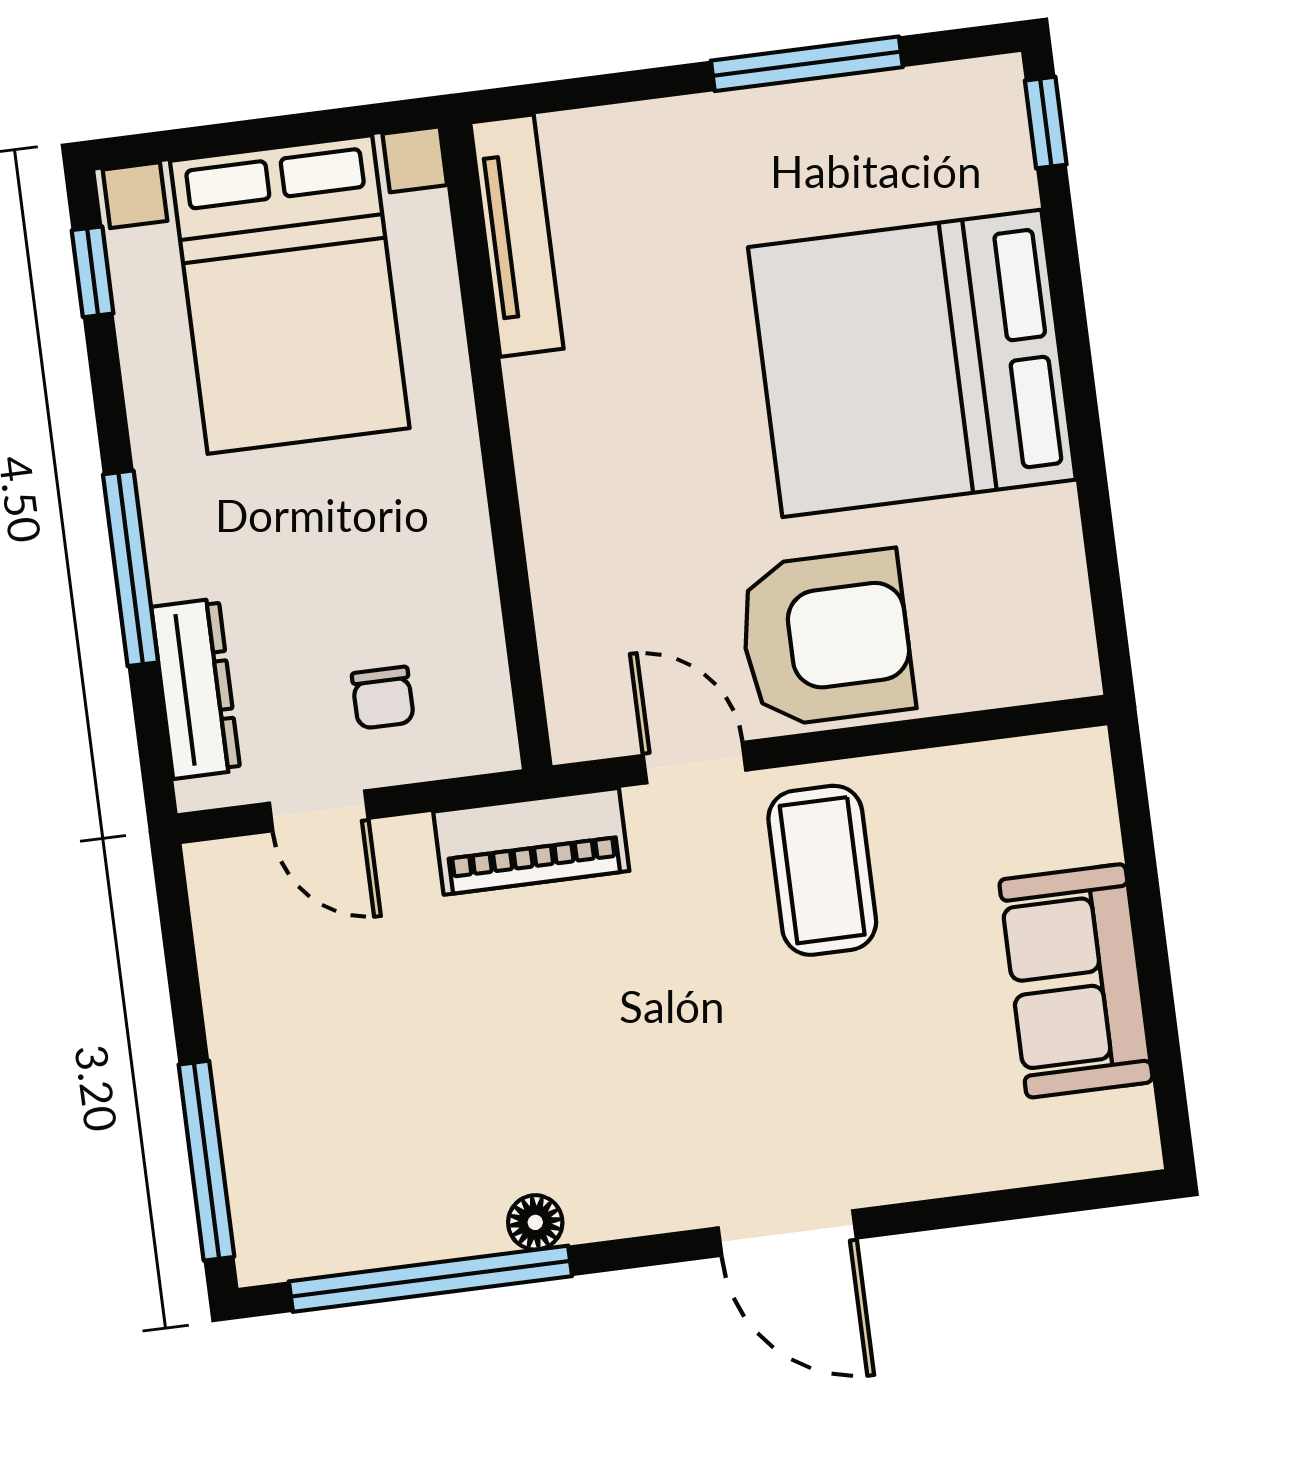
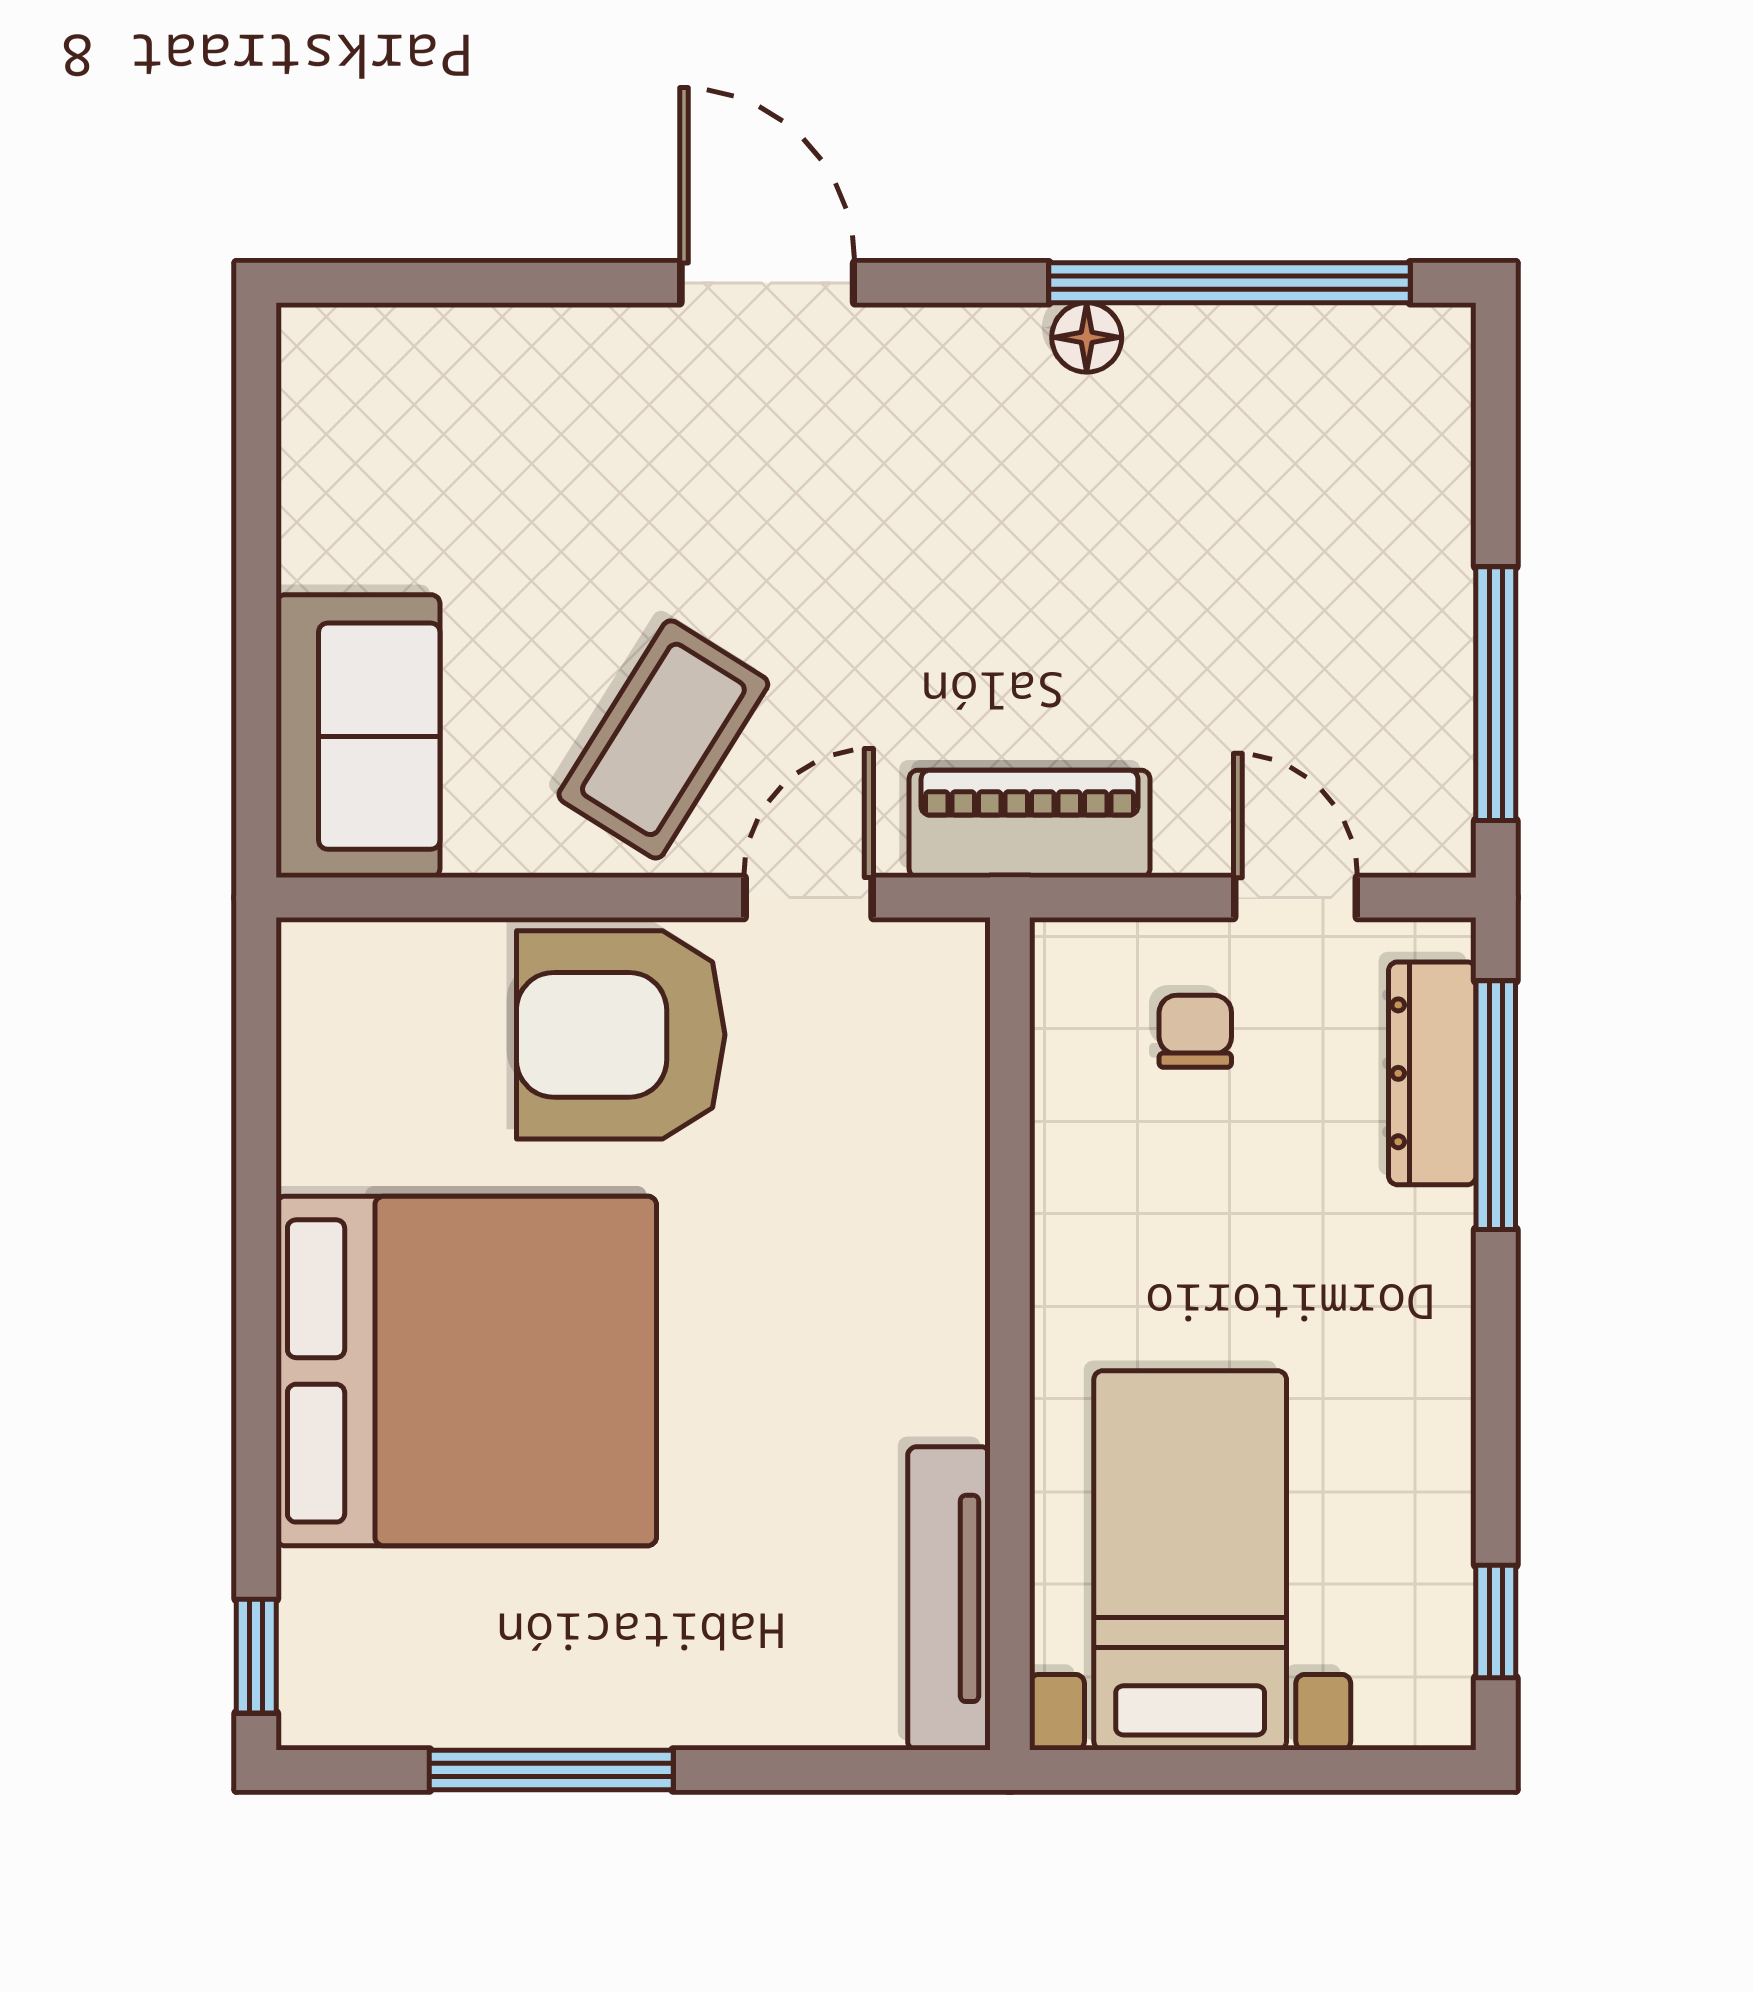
bed with nightstands: (290, 294) -> (1190, 1560), width x0.73
window: (131, 568) -> (1496, 1105), moved
door: (695, 763) -> (809, 897), swing flipped
coffee table: (822, 870) -> (663, 739), turned 32
sofa: (1076, 981) -> (358, 736), moved
window: (206, 1161) -> (1496, 694), moved

